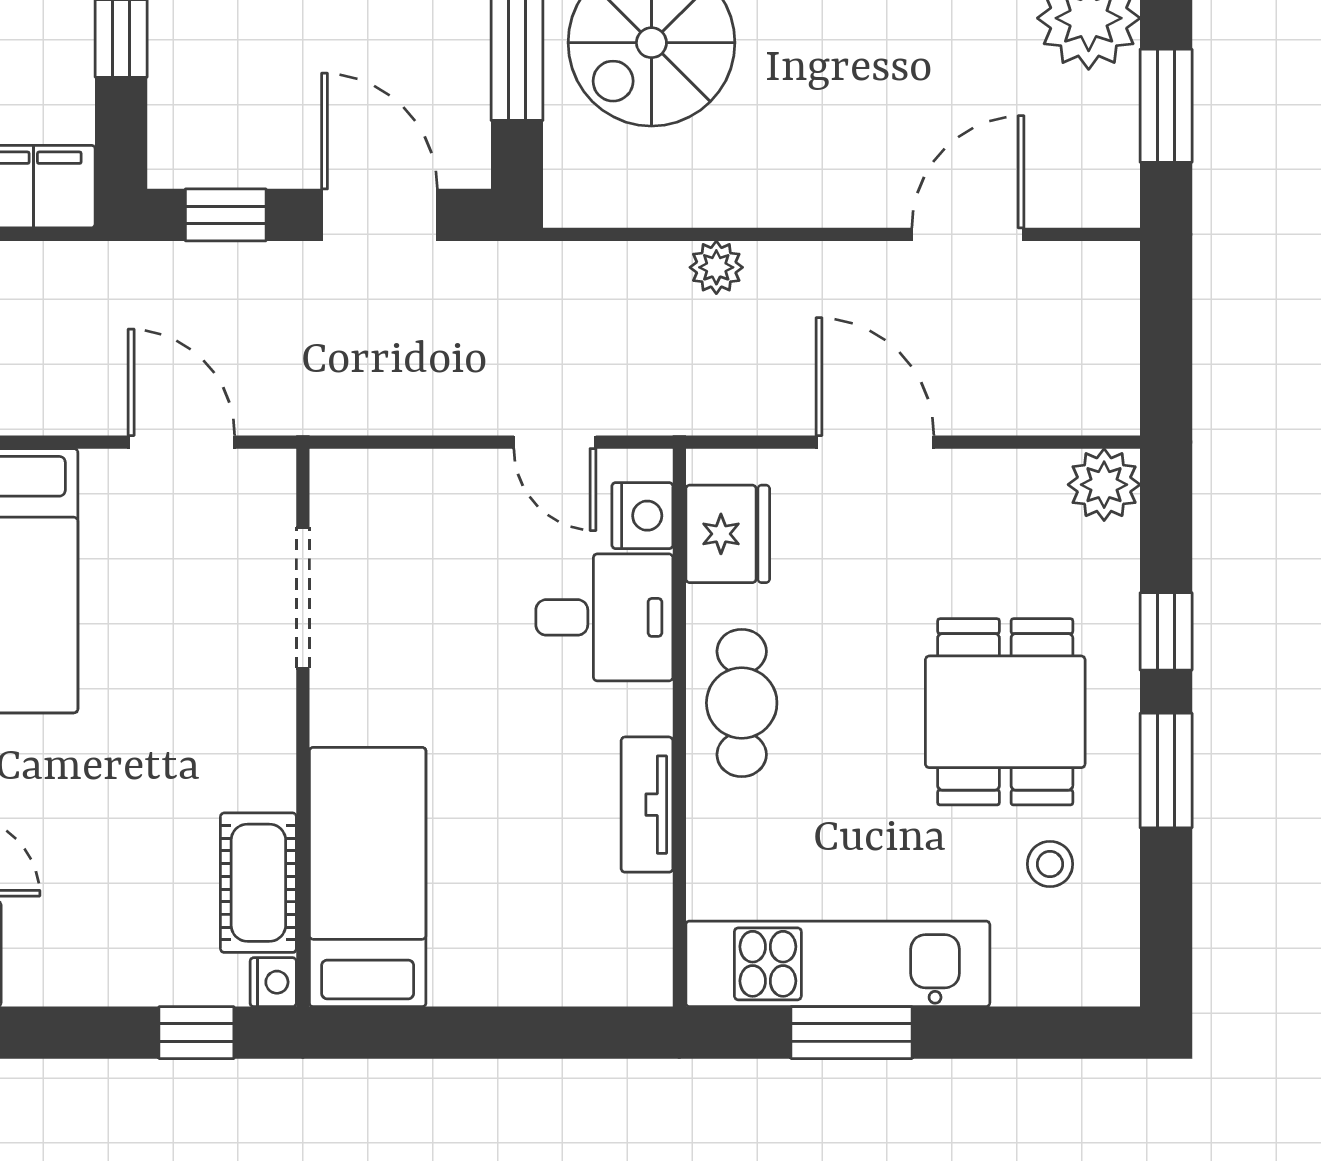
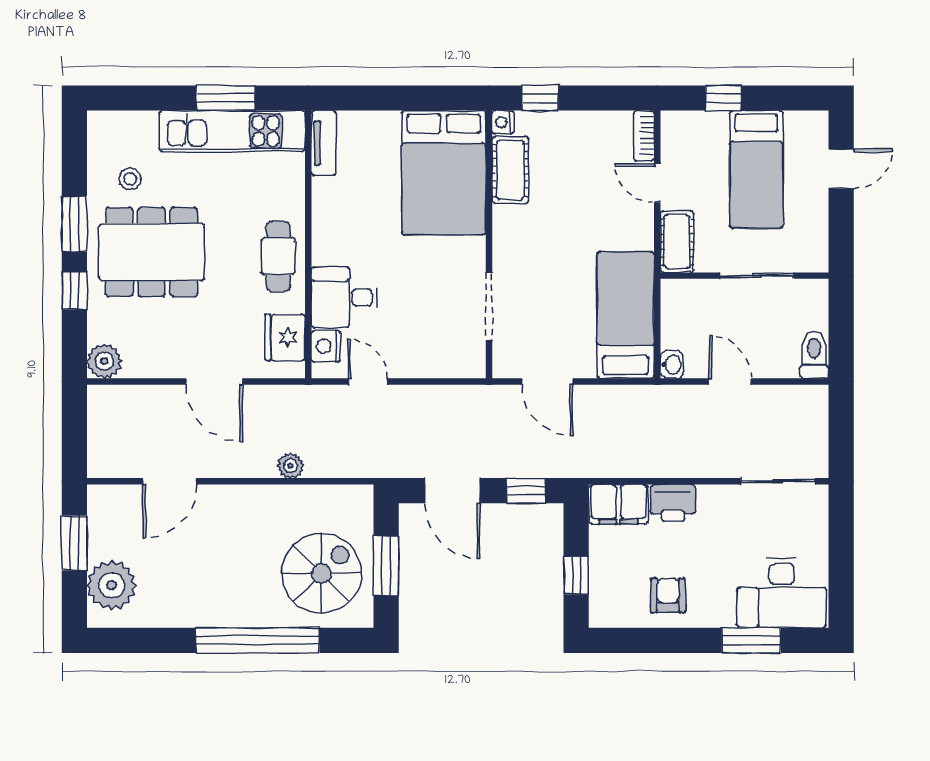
dining table: (1005, 712) -> (152, 252), width x1.38
tv unit: (647, 805) -> (324, 143), moved
bed: (368, 877) -> (444, 173), width x1.50

